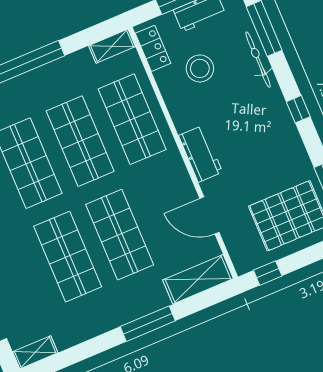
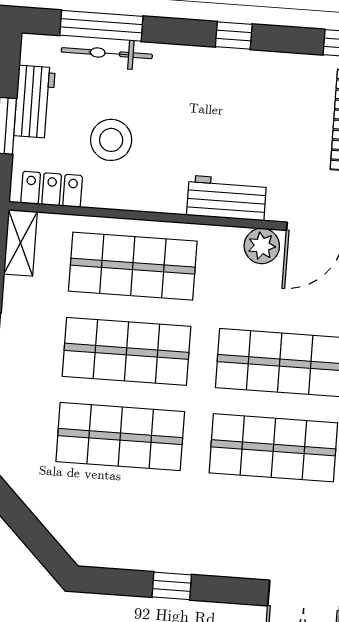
bicycle: (258, 60) -> (107, 53), moved
plant: (183, 189) -> (262, 246), added

